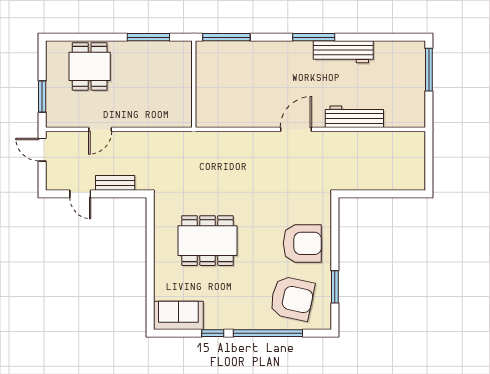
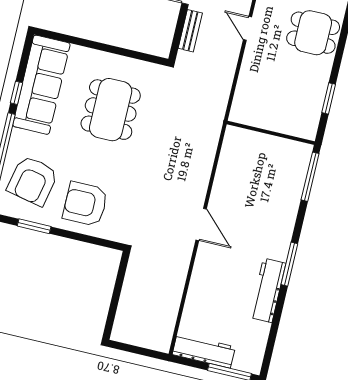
window: (148, 37) -> (329, 98), width x0.69
workbench: (354, 117) -> (204, 351), moved, turned -90
armchair: (302, 243) -> (85, 204), turned 90
sofa: (178, 315) -> (41, 85), width x1.85, depth x1.27

